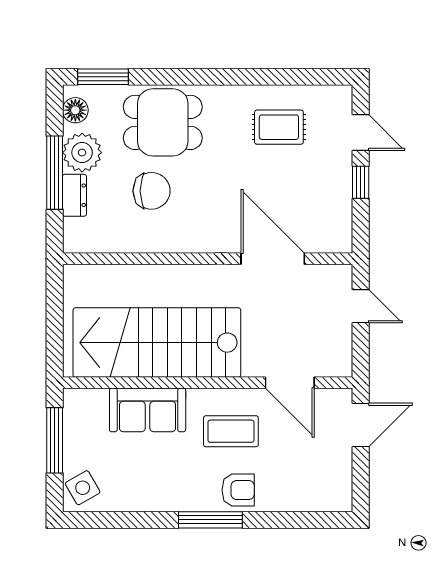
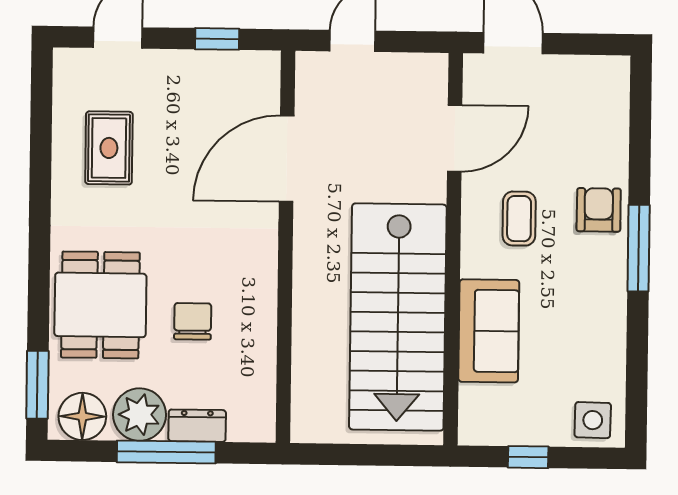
floor lamp: (75, 110) -> (82, 416), width x1.38, depth x1.38
window: (361, 182) -> (217, 39), moved
chair: (152, 191) -> (193, 321), width x0.73, depth x0.73
coffee table: (231, 431) -> (519, 219), width x0.73, depth x0.77
window: (55, 440) -> (528, 457), width x0.46
side table: (83, 488) -> (593, 420), turned 31

